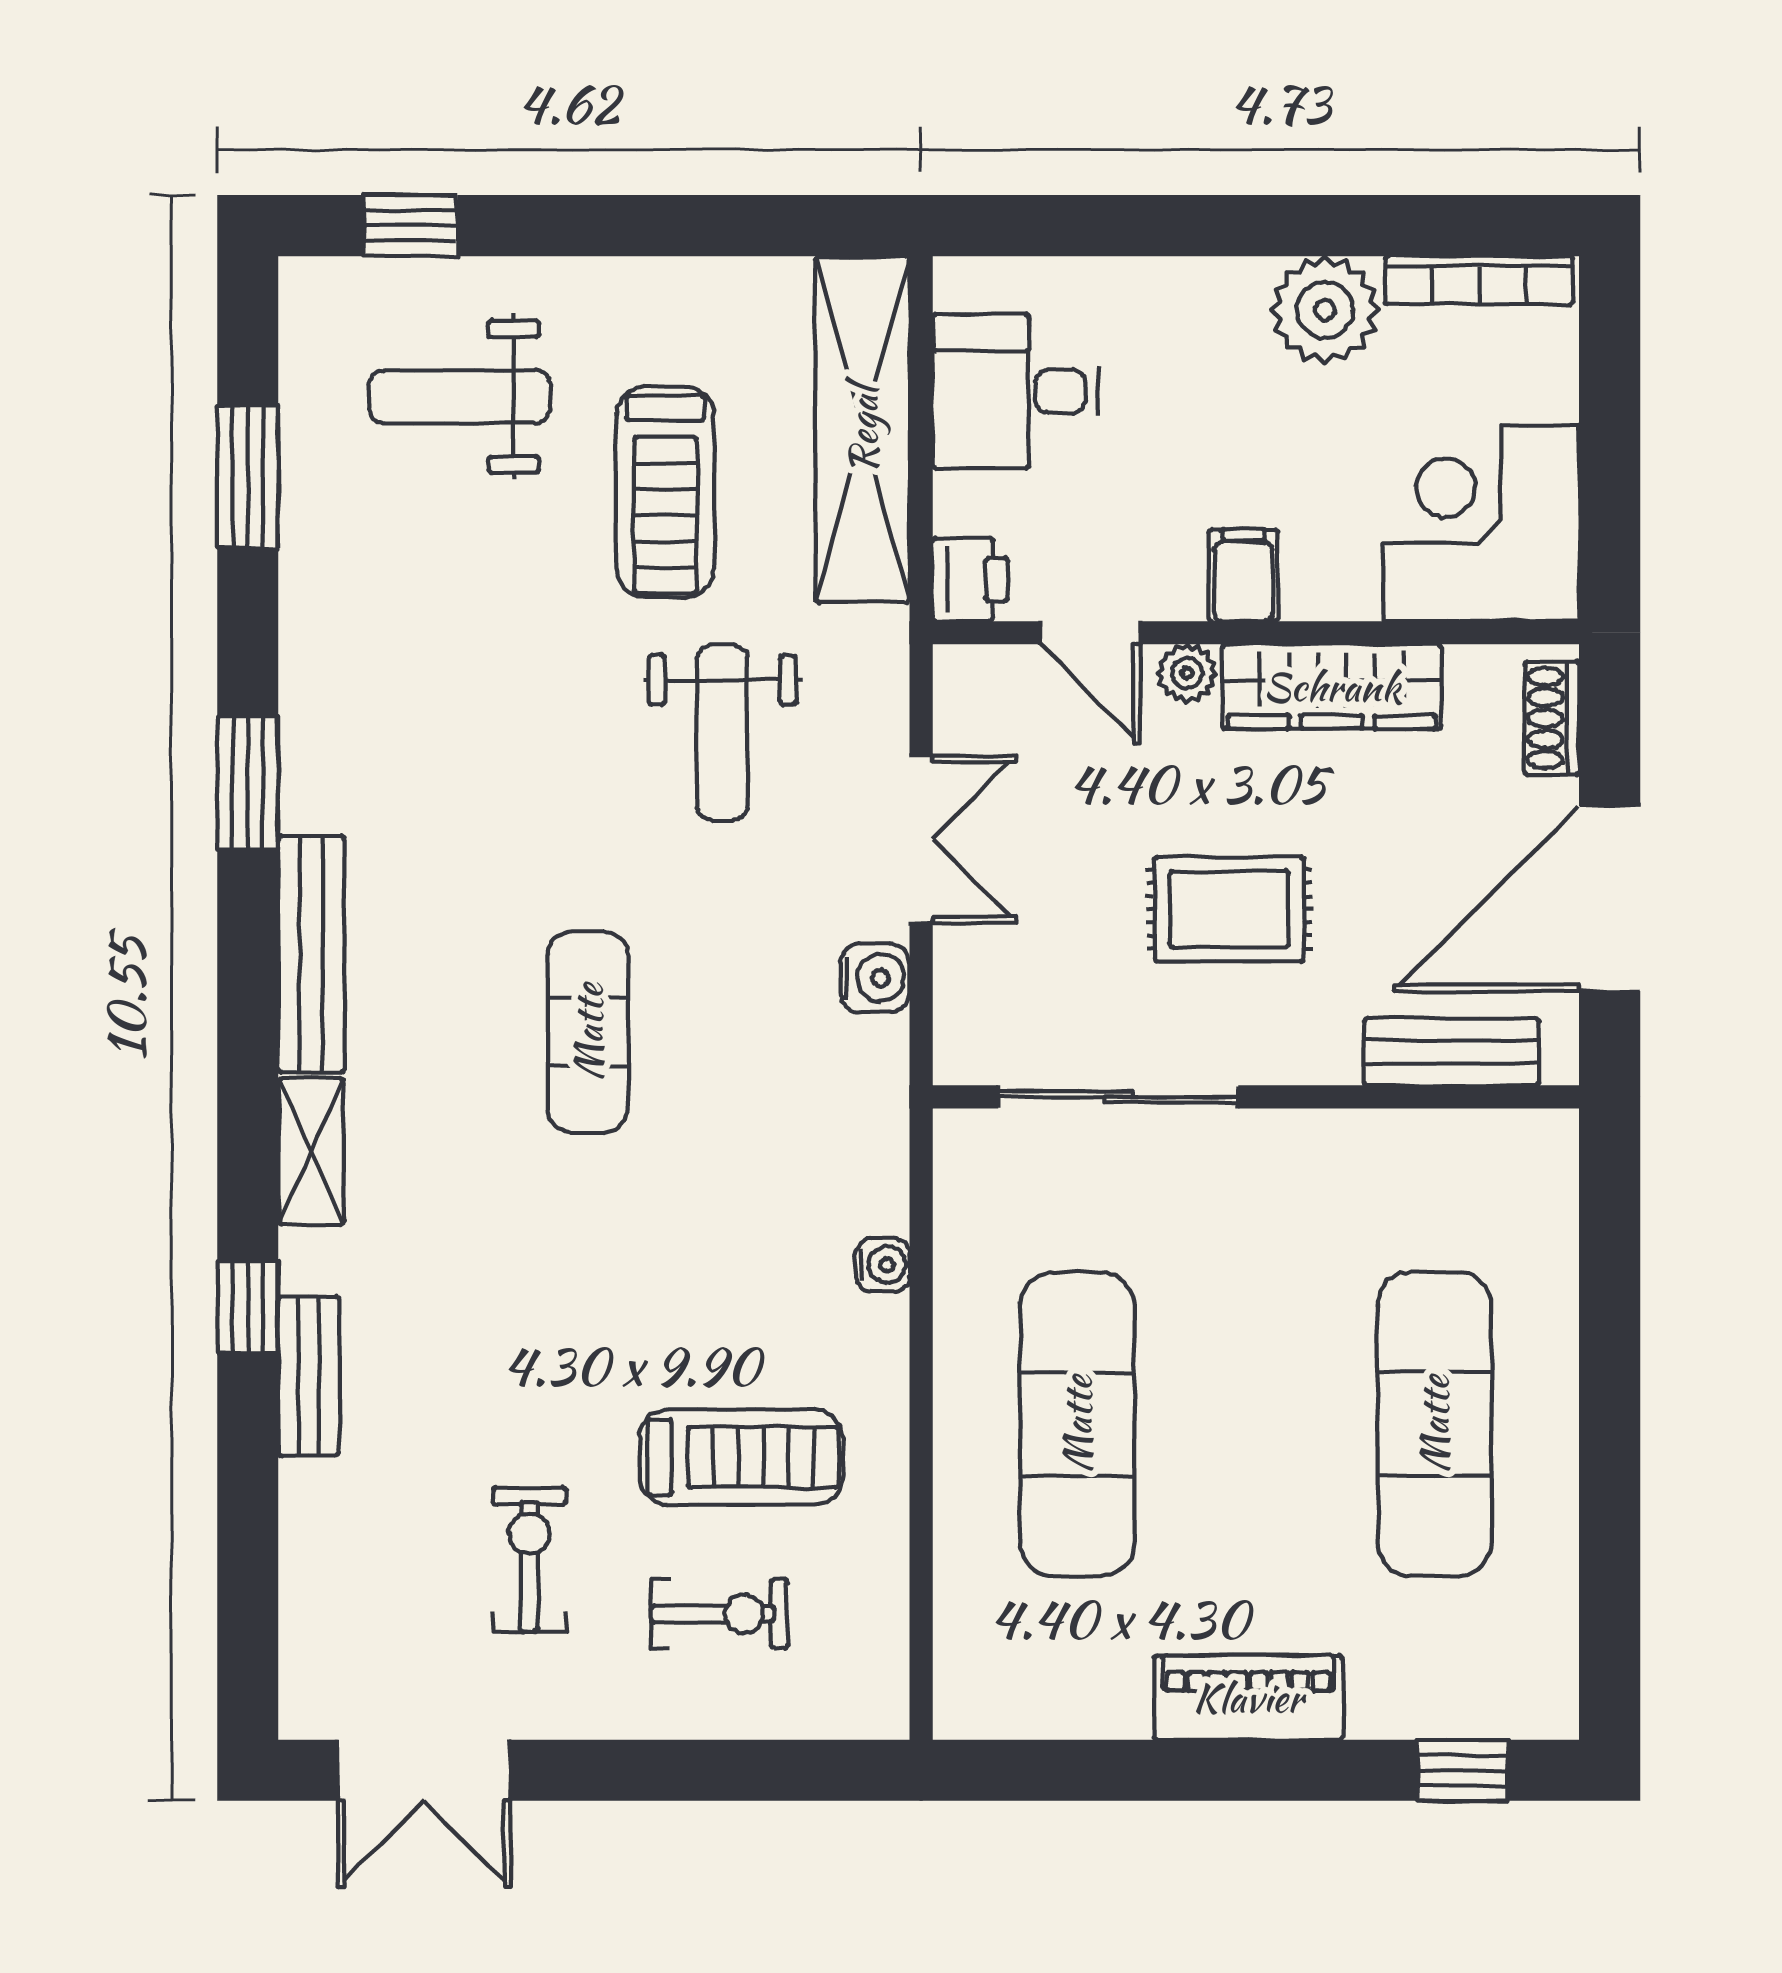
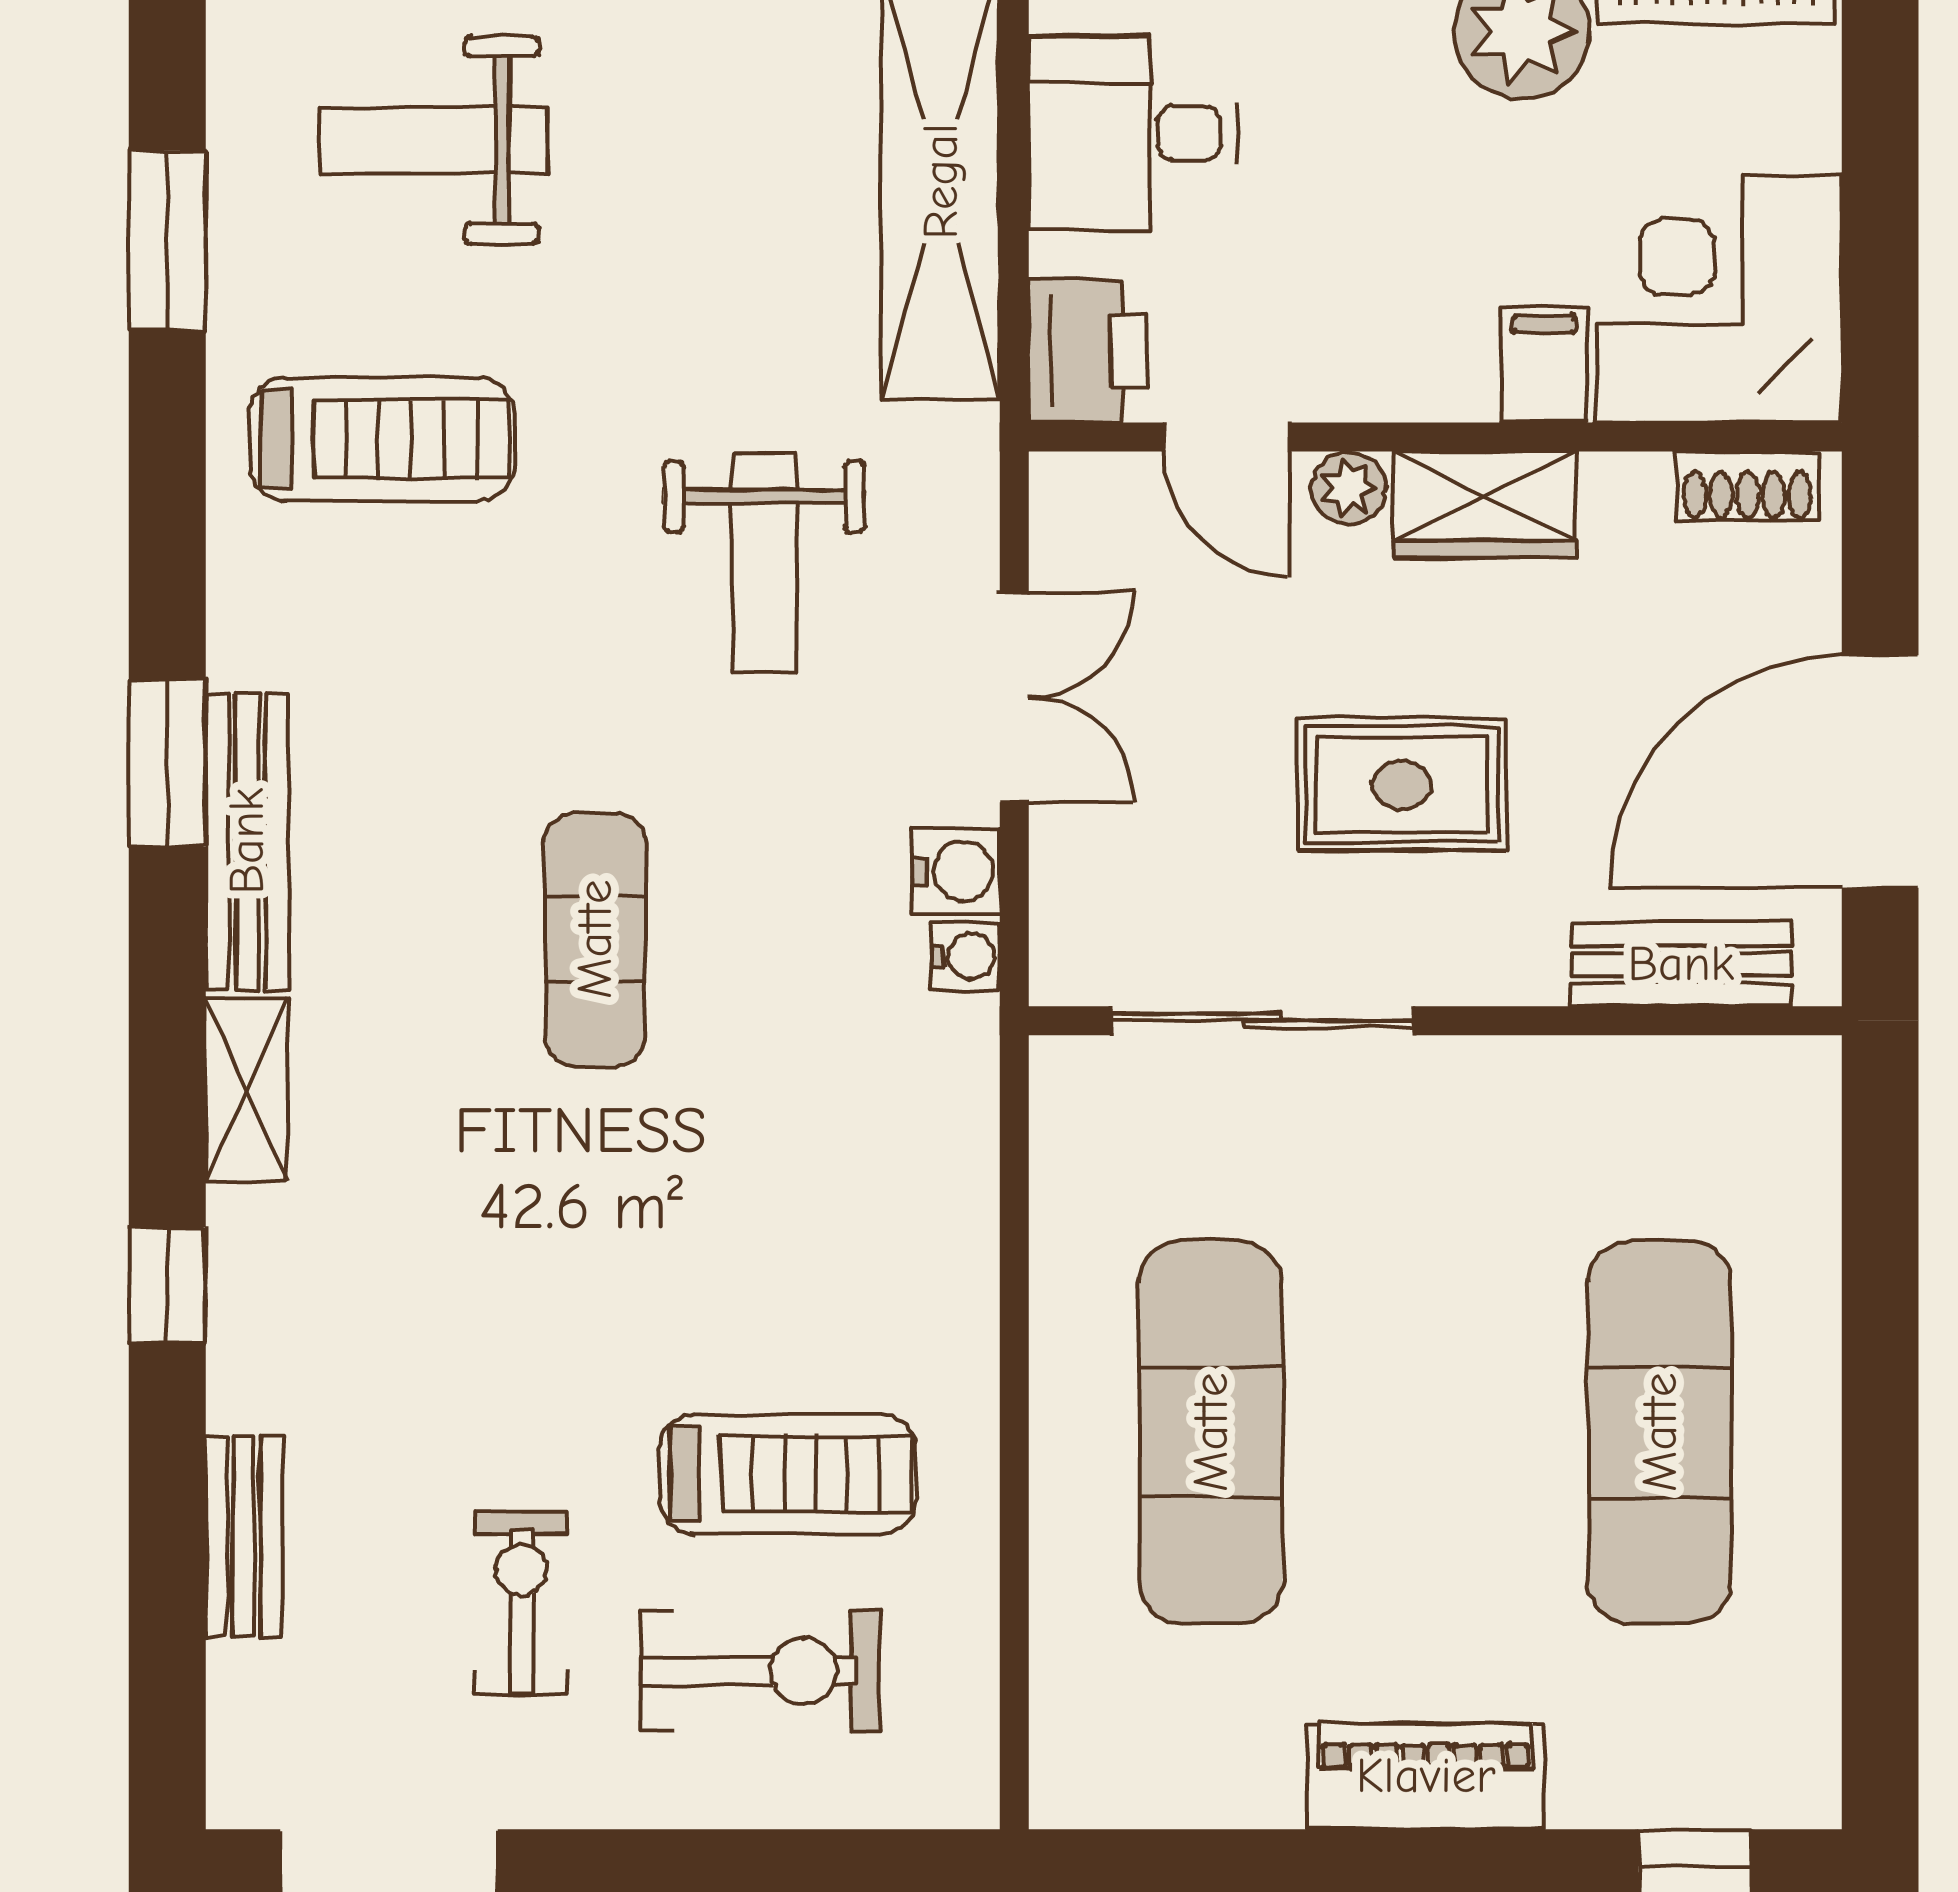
treadmill: (665, 492) -> (382, 439), moved, turned -90
filing cabinet: (1243, 575) -> (1544, 365), moved
printer: (970, 579) -> (1087, 351), width x1.36, depth x1.24
wardrobe: (1332, 687) -> (1485, 505), width x0.67
shoe rack: (1552, 718) -> (1747, 486), moved, turned -90
window: (248, 783) -> (167, 763), moved
water cooler: (883, 1265) -> (966, 956), moved
bench: (309, 1376) -> (244, 1537), moved
exercise bike: (719, 1614) -> (761, 1671), width x1.38, depth x1.39

